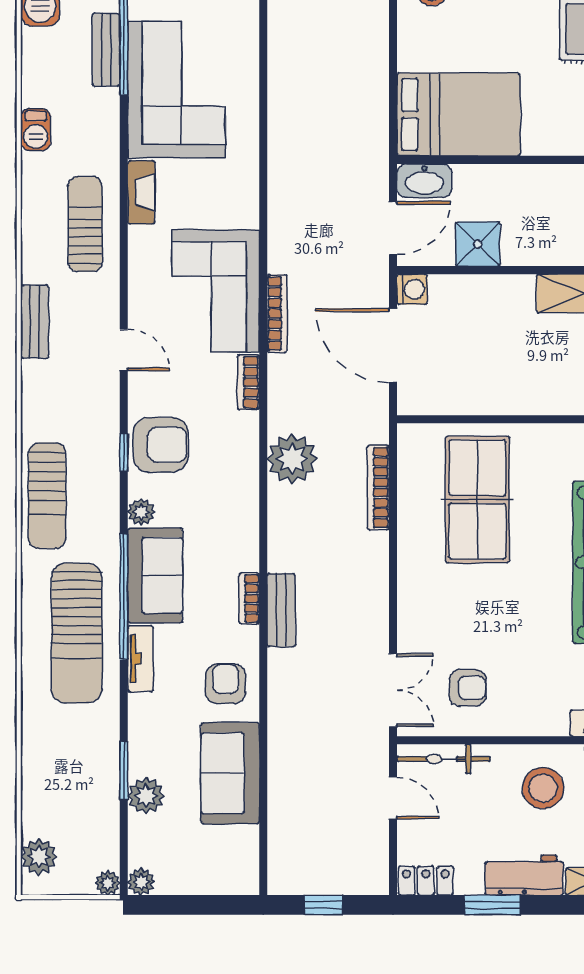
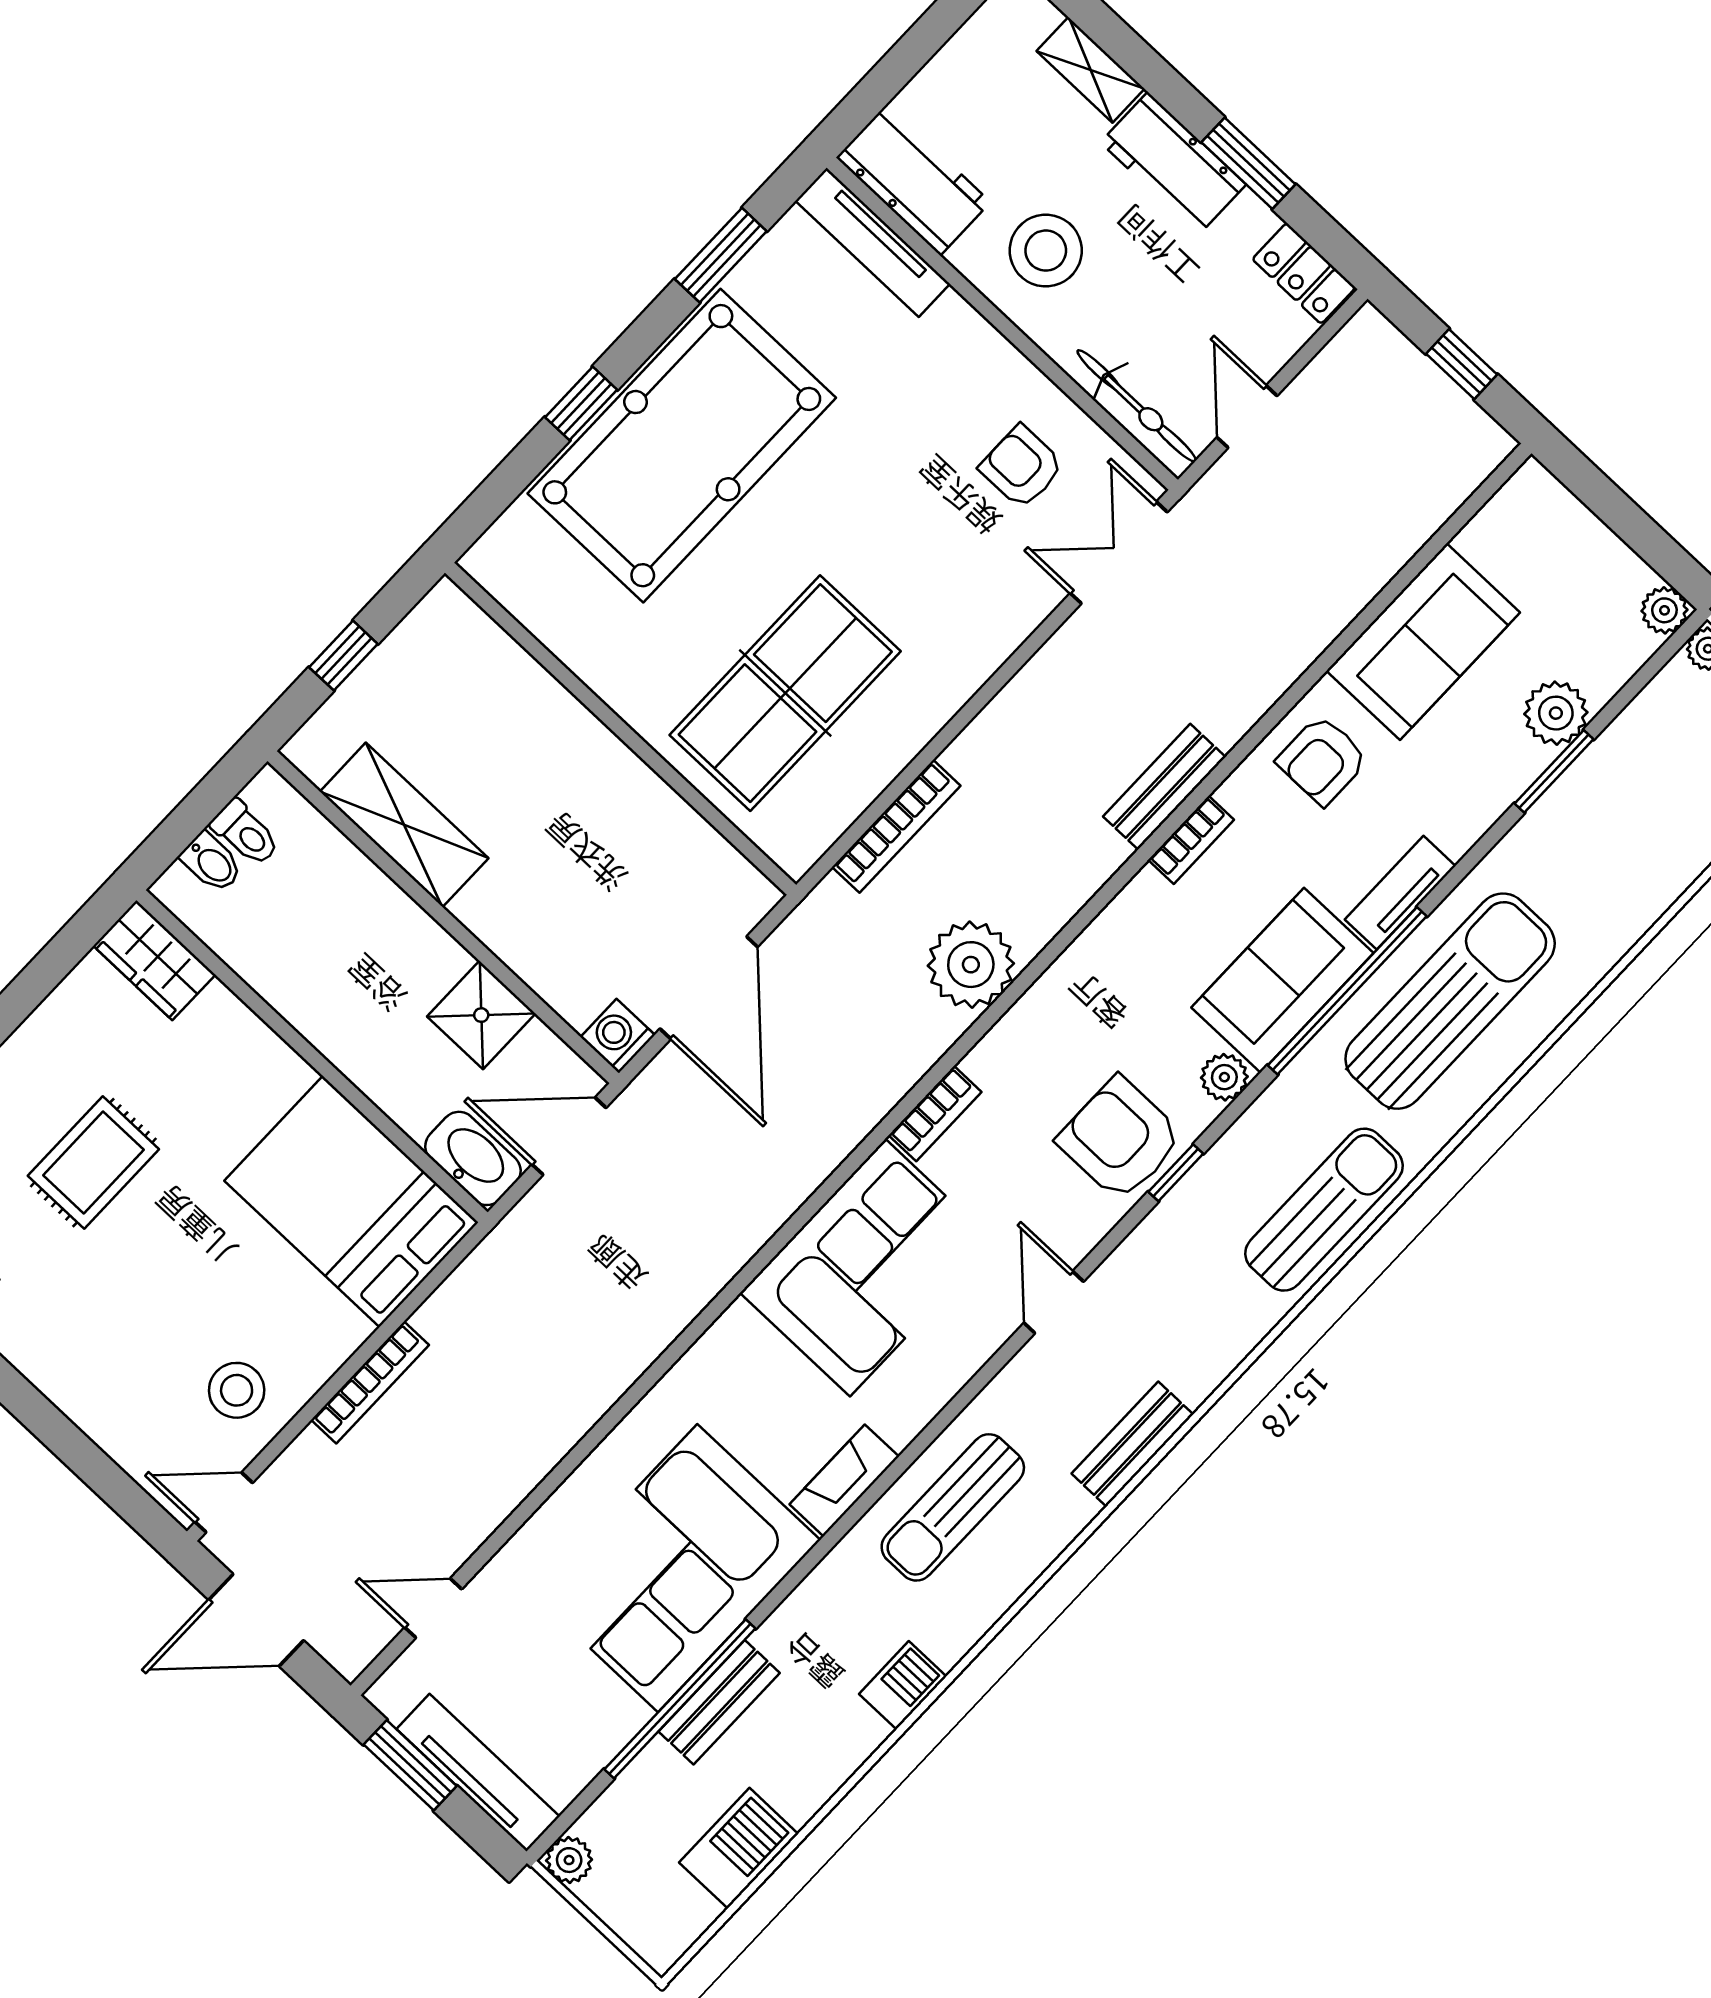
bookcase: (277, 313) -> (370, 1382), moved, turned 180

